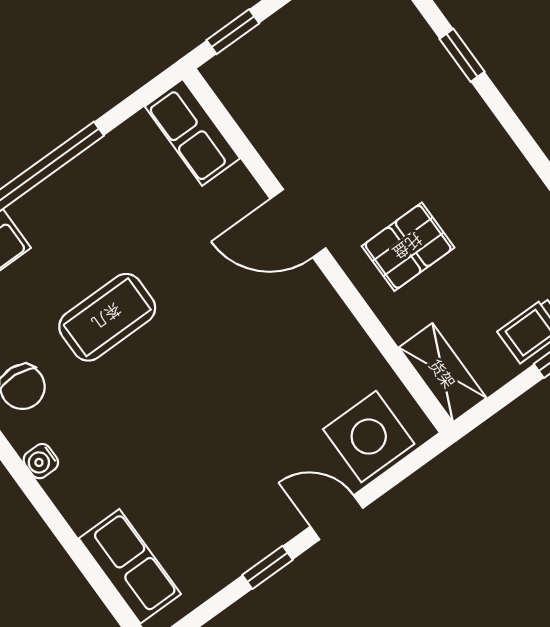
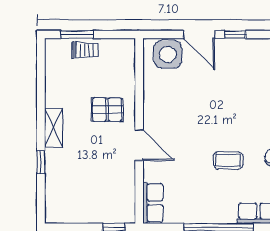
coffee table: (107, 317) -> (228, 160), width x0.73, depth x0.77
shelving: (443, 373) -> (53, 128), moved
door: (337, 517) -> (199, 34), width x1.38

